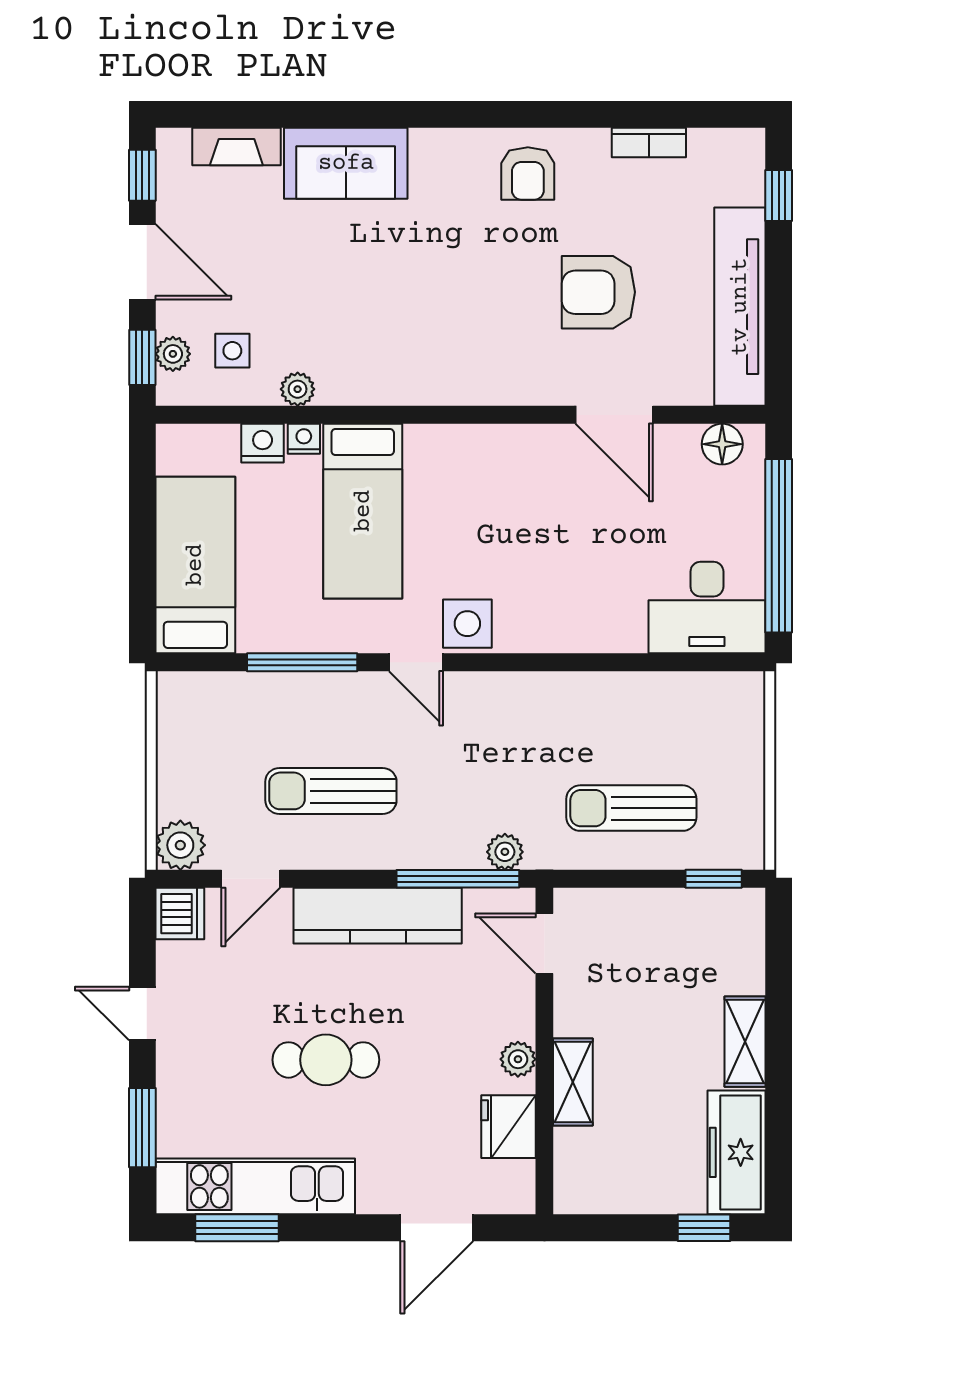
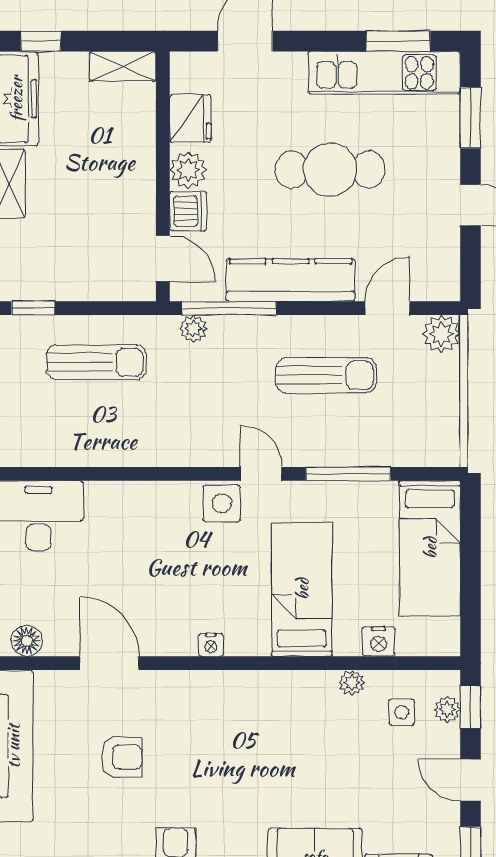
door: (142, 262) -> (470, 780), width x0.73
armchair: (598, 292) -> (122, 757), width x0.72, depth x0.72
nightstand: (304, 439) -> (211, 645), moved
dishwasher: (180, 914) -> (188, 211), moved, turned 180
plant: (518, 1059) -> (188, 170), width x1.38, depth x1.38
cafe table: (326, 1060) -> (330, 170), width x1.37, depth x1.35
shelving: (573, 1082) -> (123, 66), moved, turned 90

